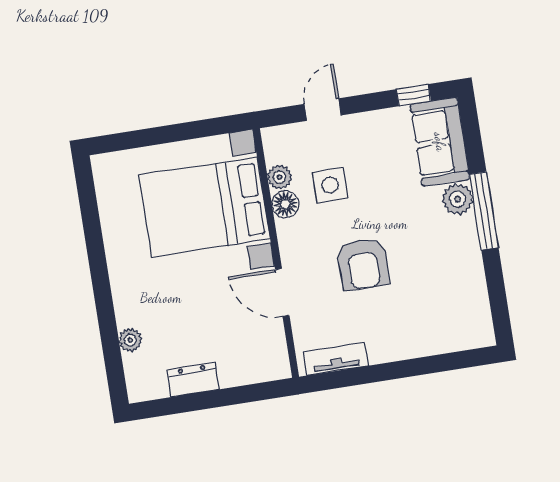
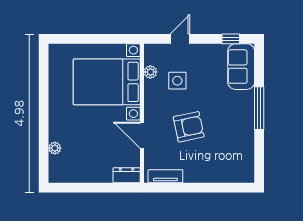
plant: (458, 199) -> (246, 99), removed
floor lamp: (285, 204) -> (151, 87), removed
armchair: (363, 264) -> (189, 127), turned -102
dresser: (193, 380) -> (127, 175), moved

